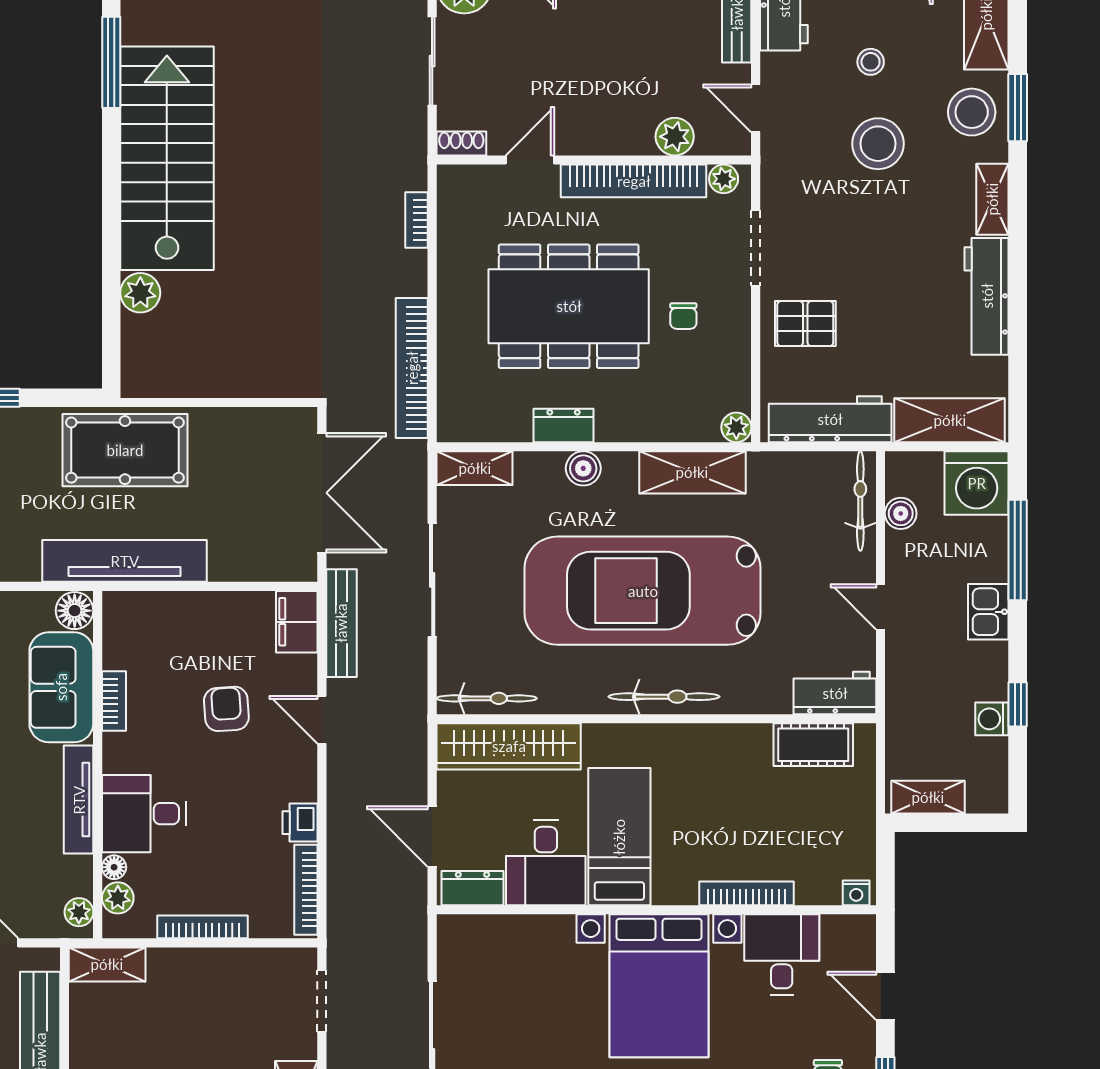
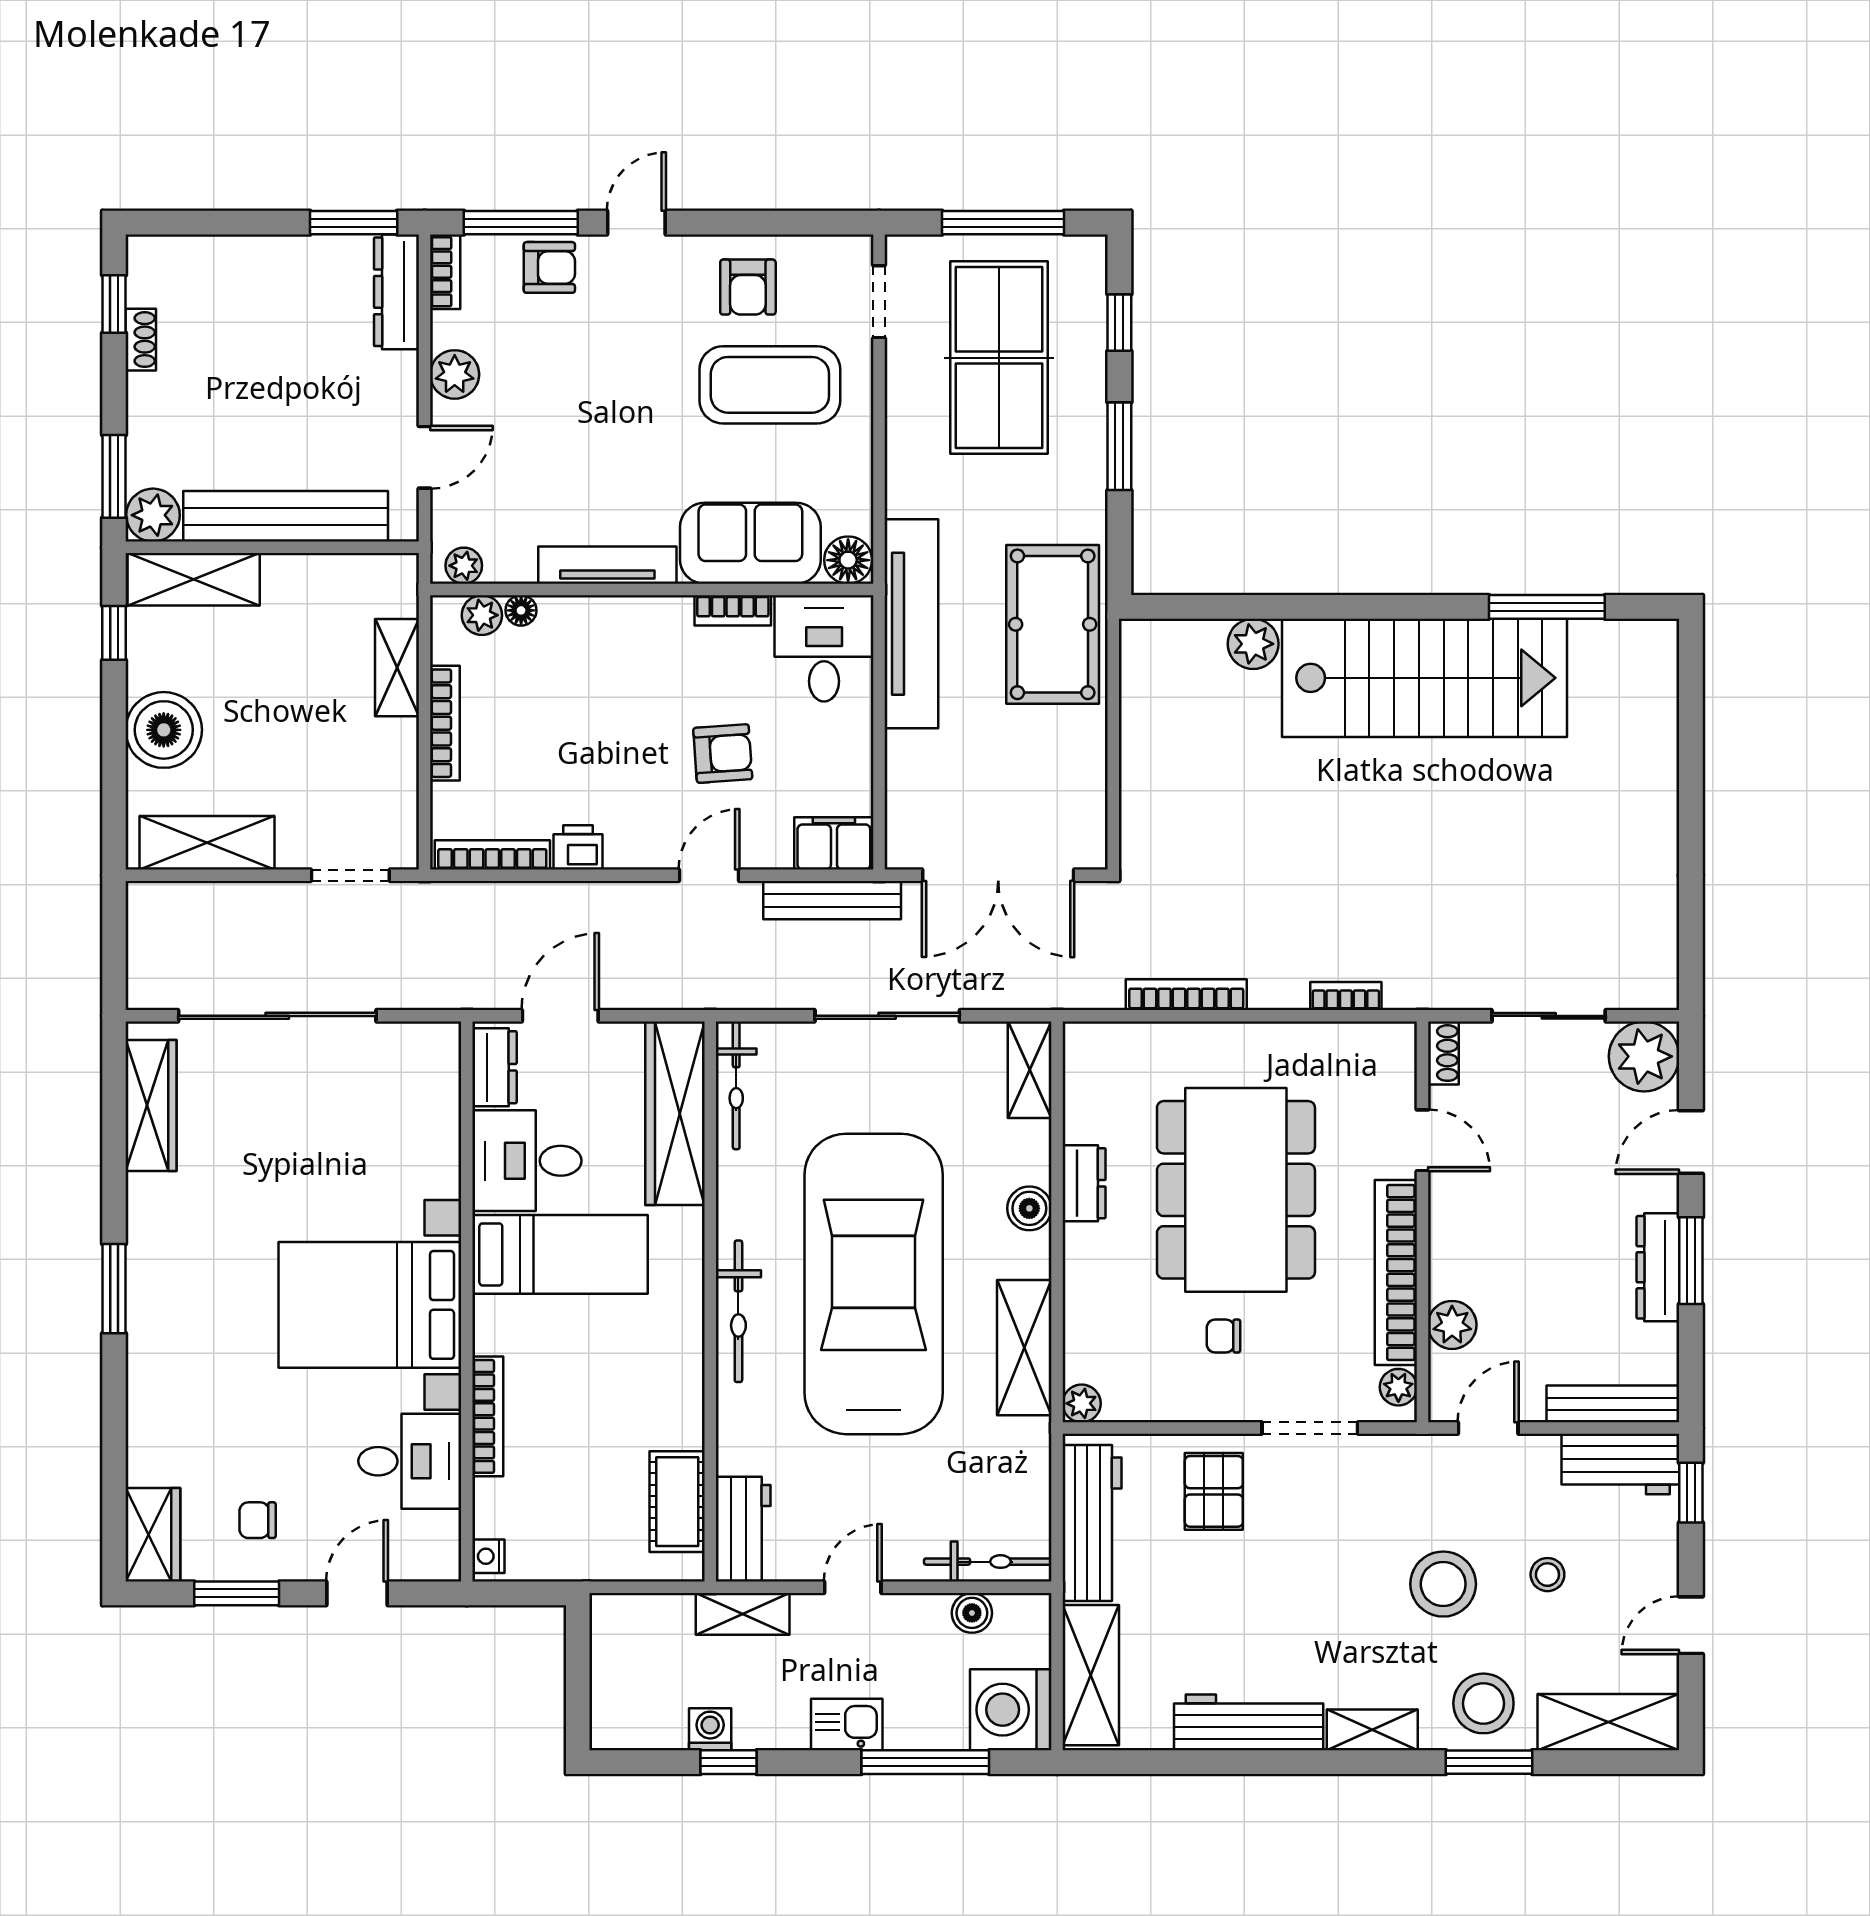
bookcase: (412, 368) -> (1186, 995), width x0.68, depth x0.76
shelving: (928, 797) -> (743, 1614), moved, turned 90
desk: (144, 814) -> (824, 648), moved
shelving: (107, 964) -> (397, 668), moved

